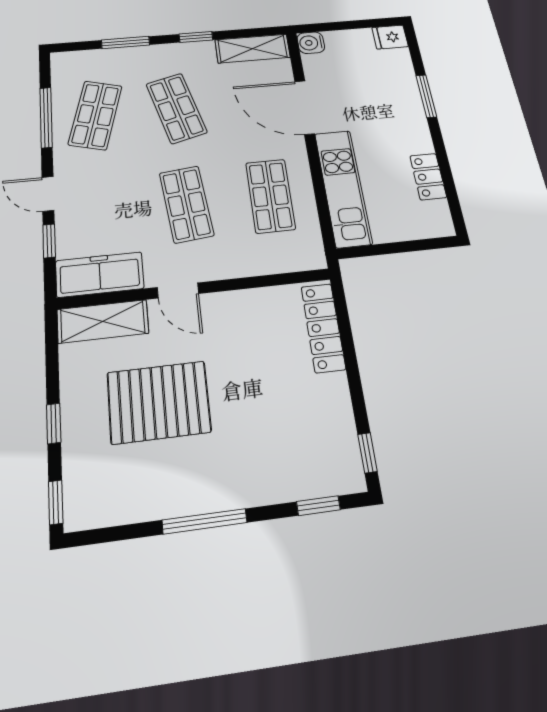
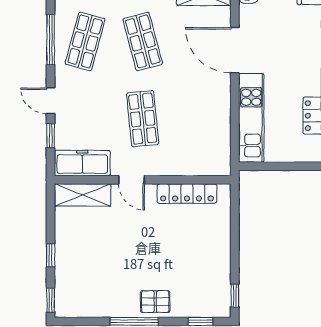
shop shelf: (270, 196) -> (200, 119), removed
locker: (323, 328) -> (187, 194), moved, turned -90
pallet: (159, 402) -> (155, 302), moved, width x0.49, depth x0.50

